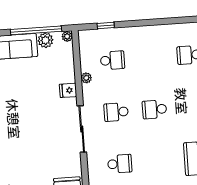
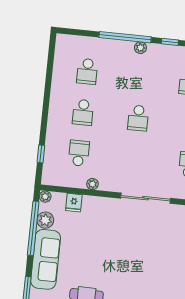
fridge: (68, 90) -> (74, 203), moved
school desk: (116, 112) -> (83, 112), moved

